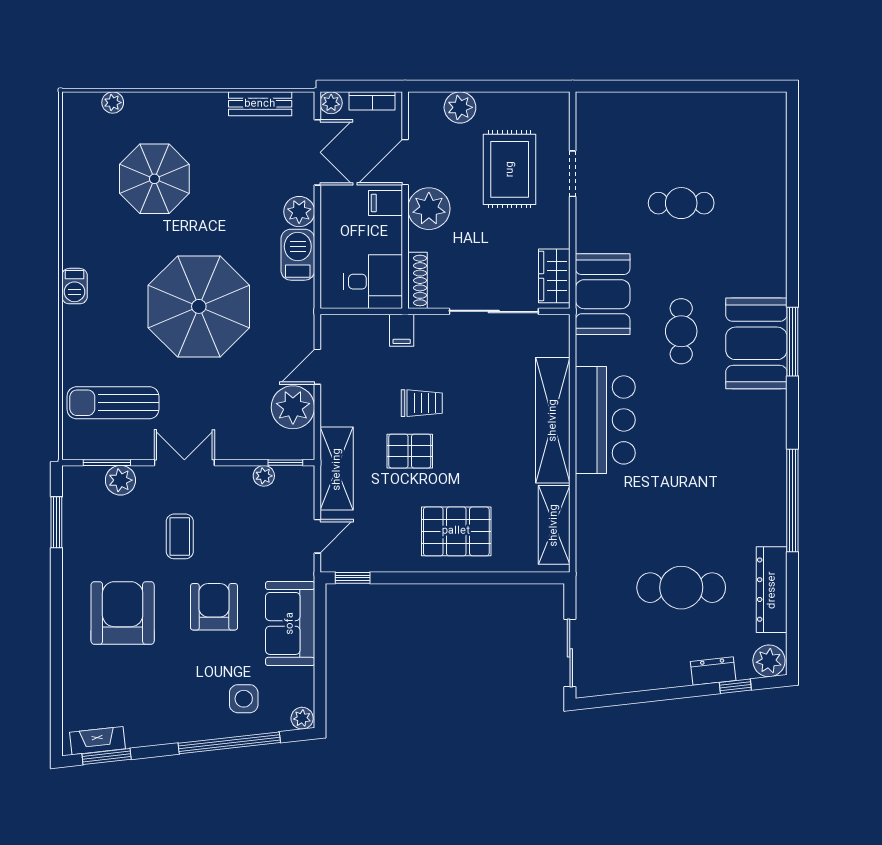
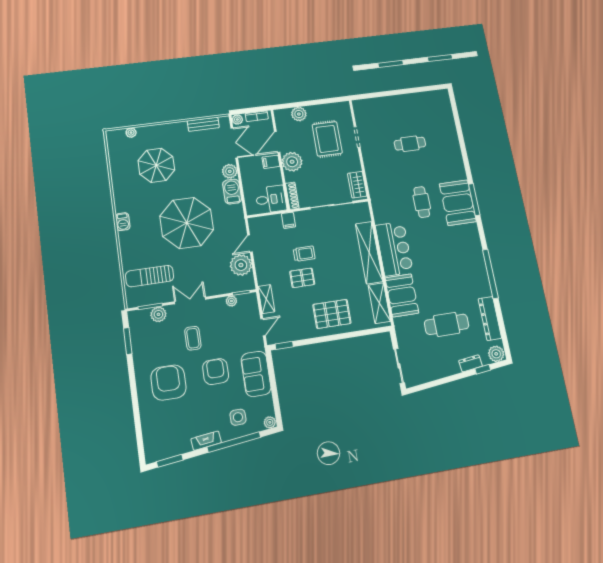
booth: (603, 294) -> (402, 295), moved
shelving: (337, 469) -> (266, 299), width x0.67, depth x0.75
fireplace: (97, 741) -> (206, 441), moved

